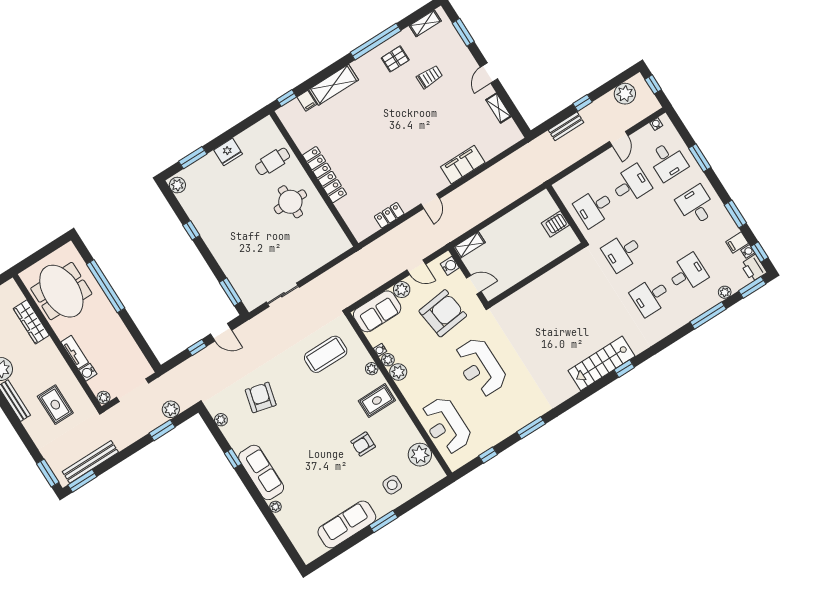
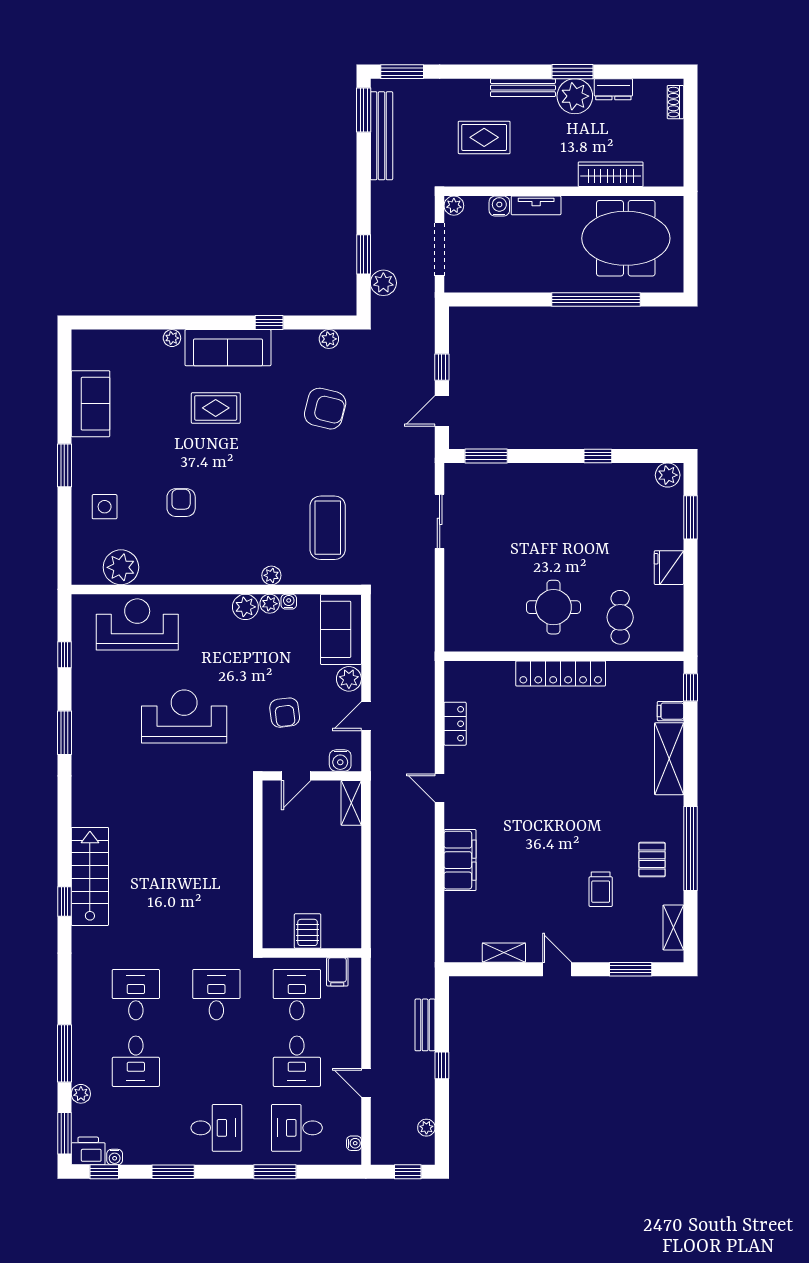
plant: (625, 94) -> (426, 1128), width x0.53, depth x0.53
filing cabinet: (737, 242) -> (337, 972), moved, turned 180
armchair: (443, 313) -> (285, 713), width x0.53, depth x0.53
rug: (377, 401) -> (216, 408), moved, turned 90
sofa: (347, 524) -> (91, 404), width x0.73

